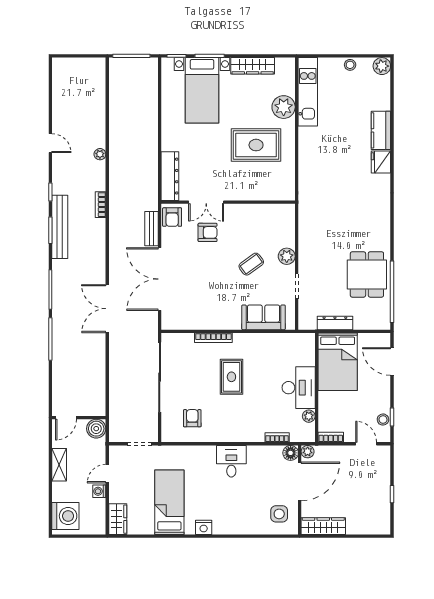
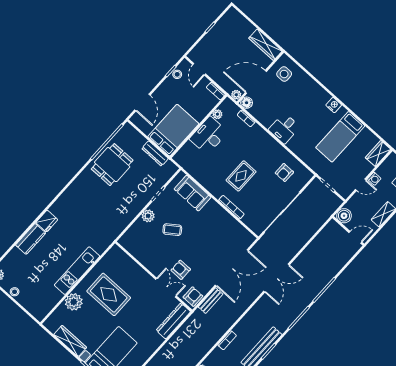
kitchen unit: (308, 92) -> (77, 271), moved

